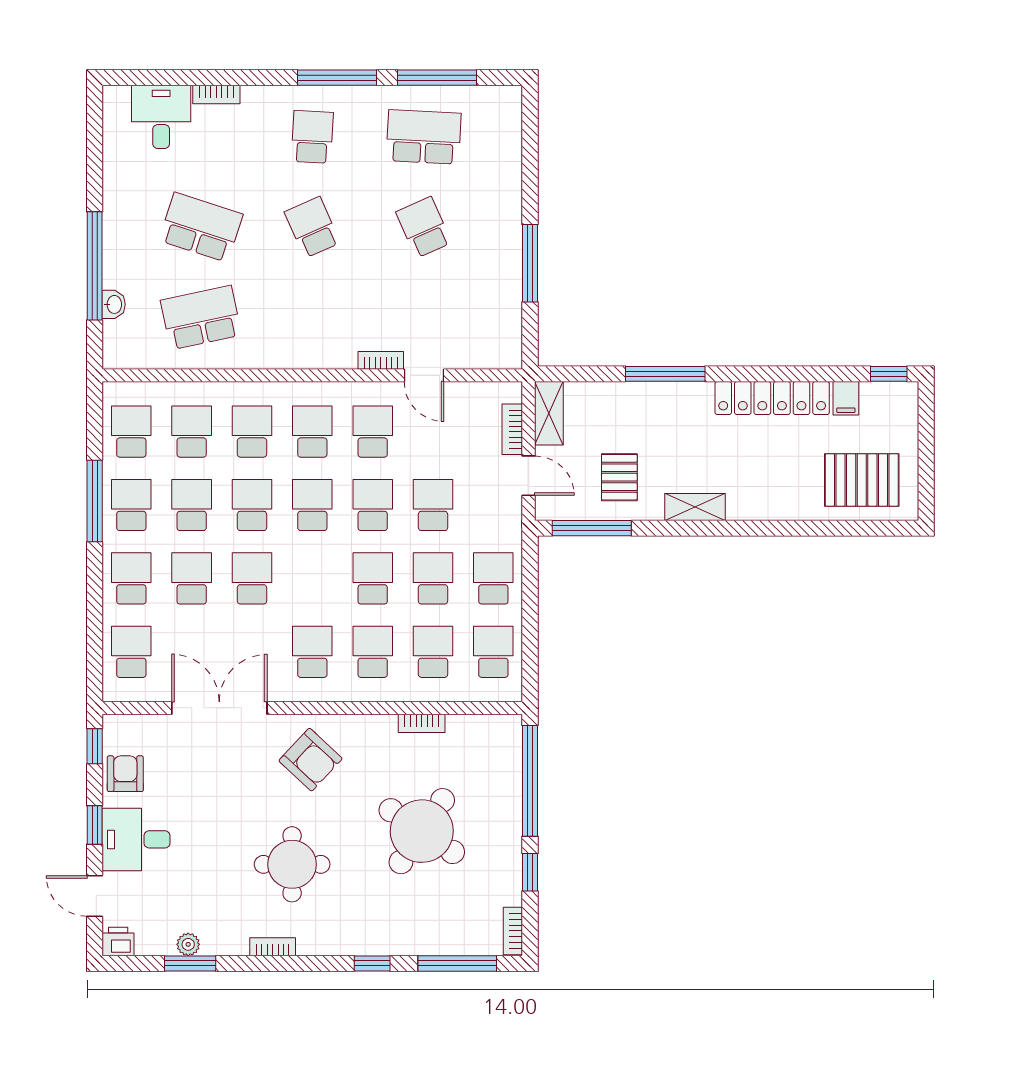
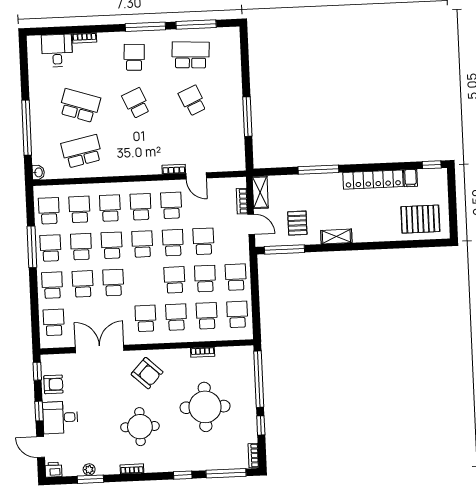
washbasin: (114, 304) -> (38, 172), moved
armchair: (125, 774) -> (53, 384), turned 90
round table: (422, 831) -> (205, 407), turned -34

